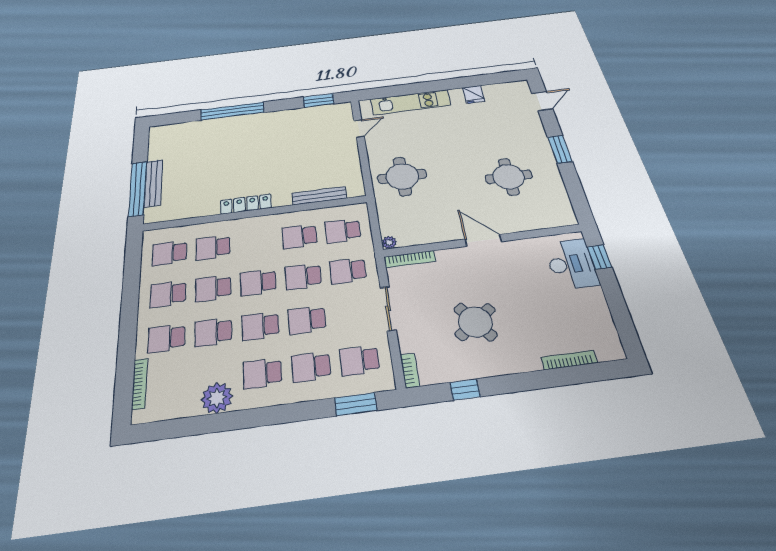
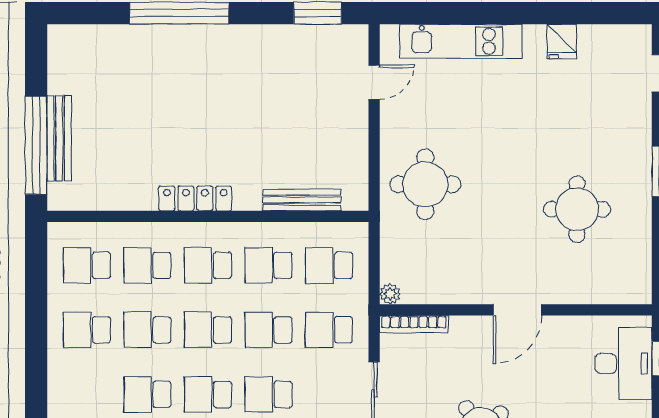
door: (483, 240) -> (517, 310), swing flipped
school desk: (166, 338) -> (208, 265), moved

